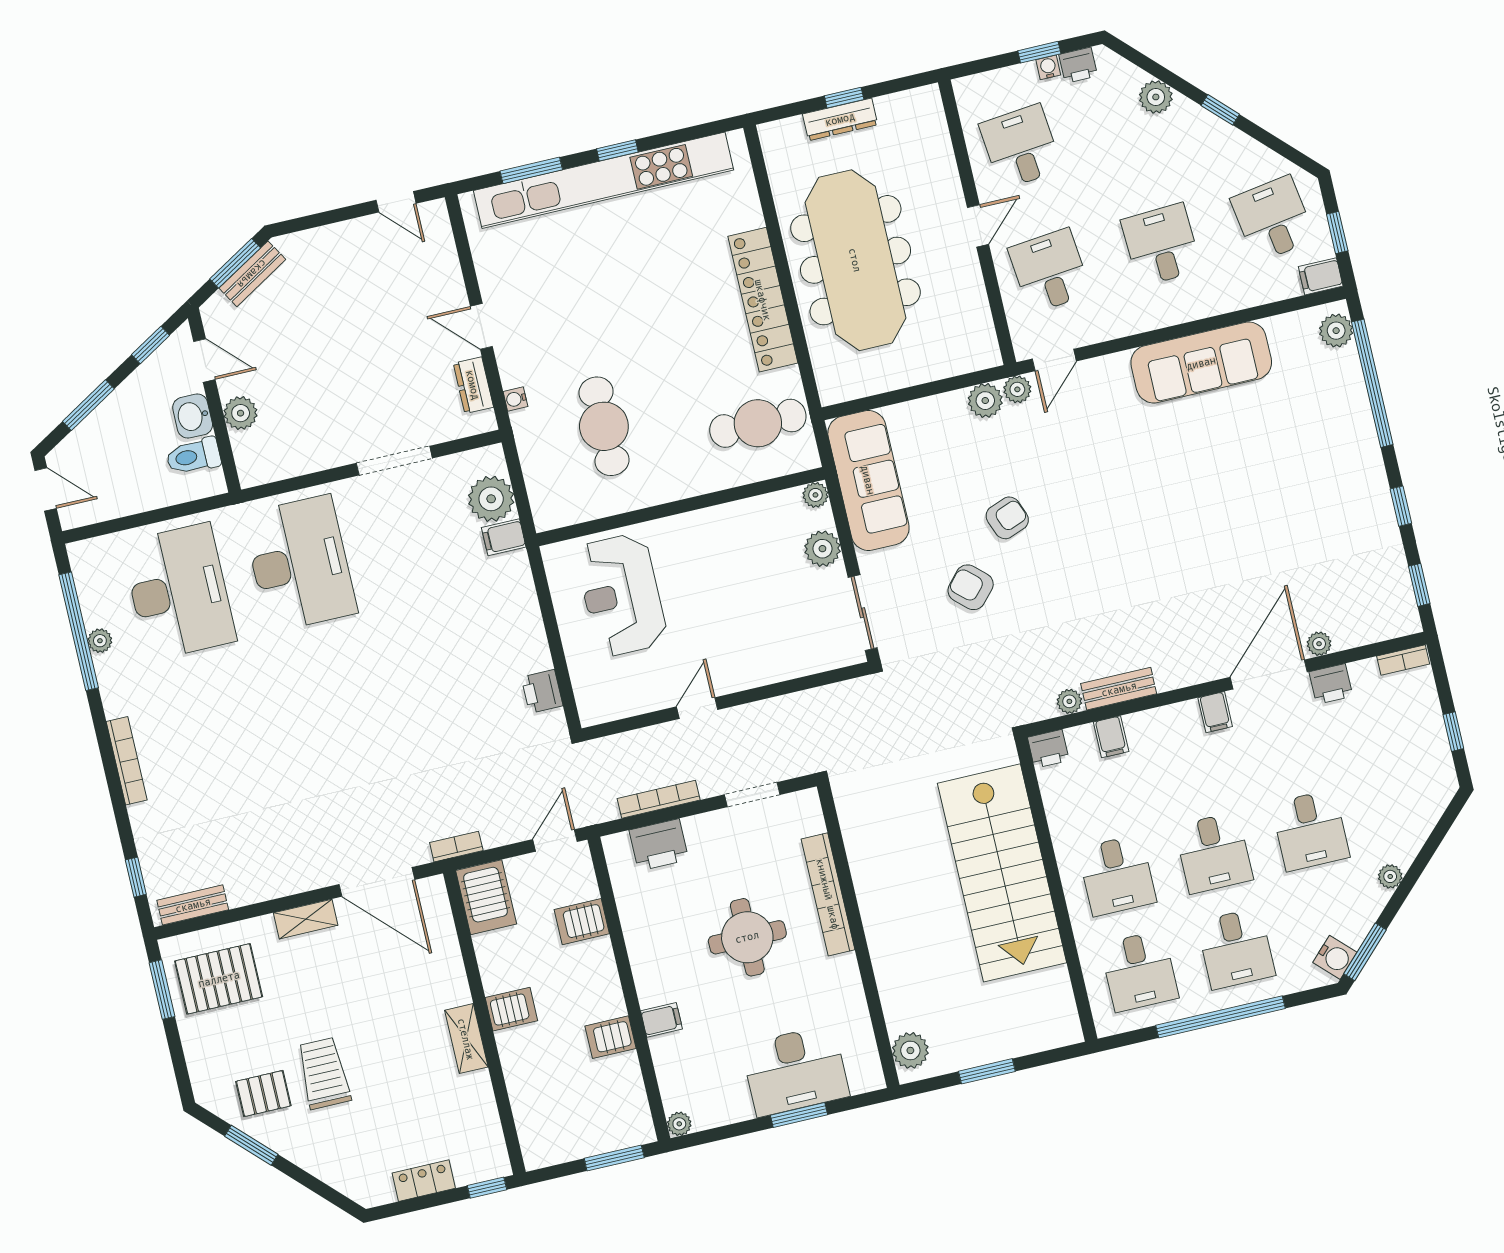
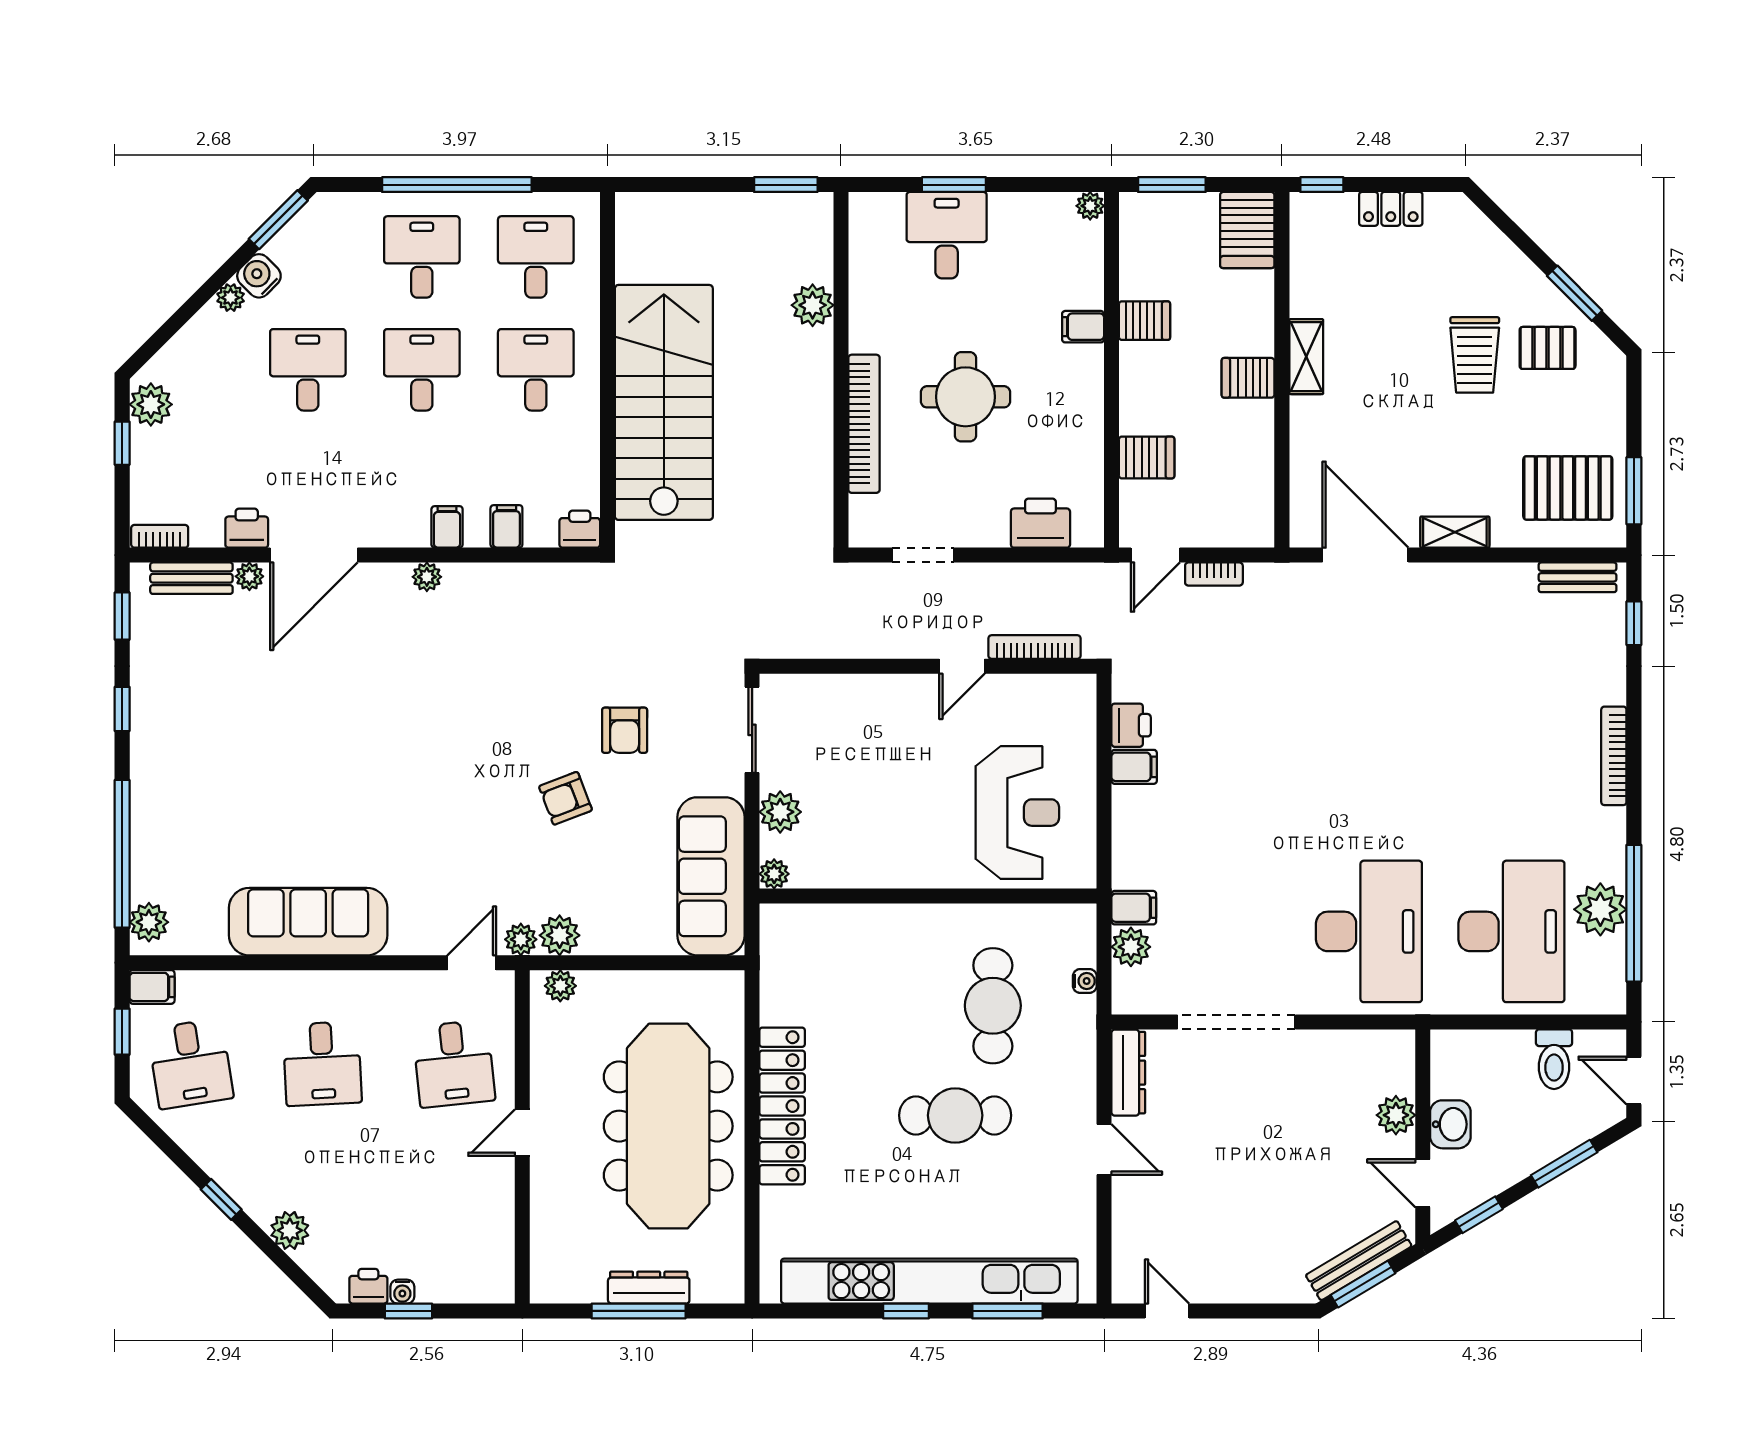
window: (844, 98) -> (639, 1311), width x2.17
desk: (1021, 147) -> (454, 1210), removed
bench: (252, 274) -> (1359, 1261), width x1.36
plant: (975, 358) -> (560, 986), added
dresser: (473, 385) -> (1128, 1073), width x1.44
water cooler: (515, 399) -> (1085, 981), moved
cafe table: (758, 423) -> (955, 1115), moved
toilet: (193, 456) -> (1554, 1059), moved, turned 90
doorway: (394, 461) -> (1236, 1022), width x1.36
plant: (491, 499) -> (1131, 947), width x0.73, depth x0.73
desk: (300, 564) -> (1369, 931), turned 180
armchair: (971, 587) -> (625, 730), turned 48
desk: (179, 592) -> (1511, 931), turned 180
plant: (100, 641) -> (1600, 909), width x1.88, depth x1.88
filing cabinet: (531, 657) -> (1134, 767), added
bench: (1119, 689) -> (191, 578), moved
plant: (1069, 701) -> (427, 577), moved
filing cabinet: (1215, 712) -> (447, 527), moved
plant: (1437, 770) -> (151, 404), added
bookcase: (659, 799) -> (1034, 647), moved, turned 180
bookcase: (456, 847) -> (1214, 574), moved
server rack: (486, 897) -> (1247, 230), moved, turned 180
water cooler: (1335, 957) -> (259, 276), moved
plant: (910, 1050) -> (813, 305), moved
desk: (795, 1071) -> (947, 235), width x0.73
window: (987, 1071) -> (786, 185), moved

